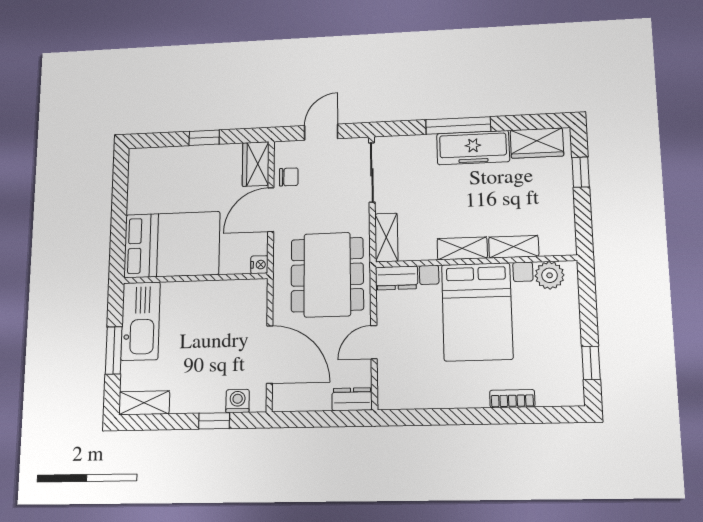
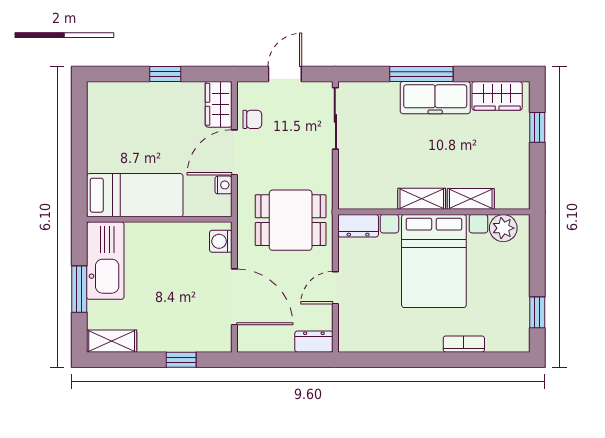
shelving: (386, 237) -> (349, 185), removed
bed: (172, 245) -> (135, 195), width x0.67
nightstand: (259, 265) -> (223, 185), moved
dining table: (327, 275) -> (291, 220), width x0.73
washing machine: (238, 401) -> (221, 241), moved, turned -90

